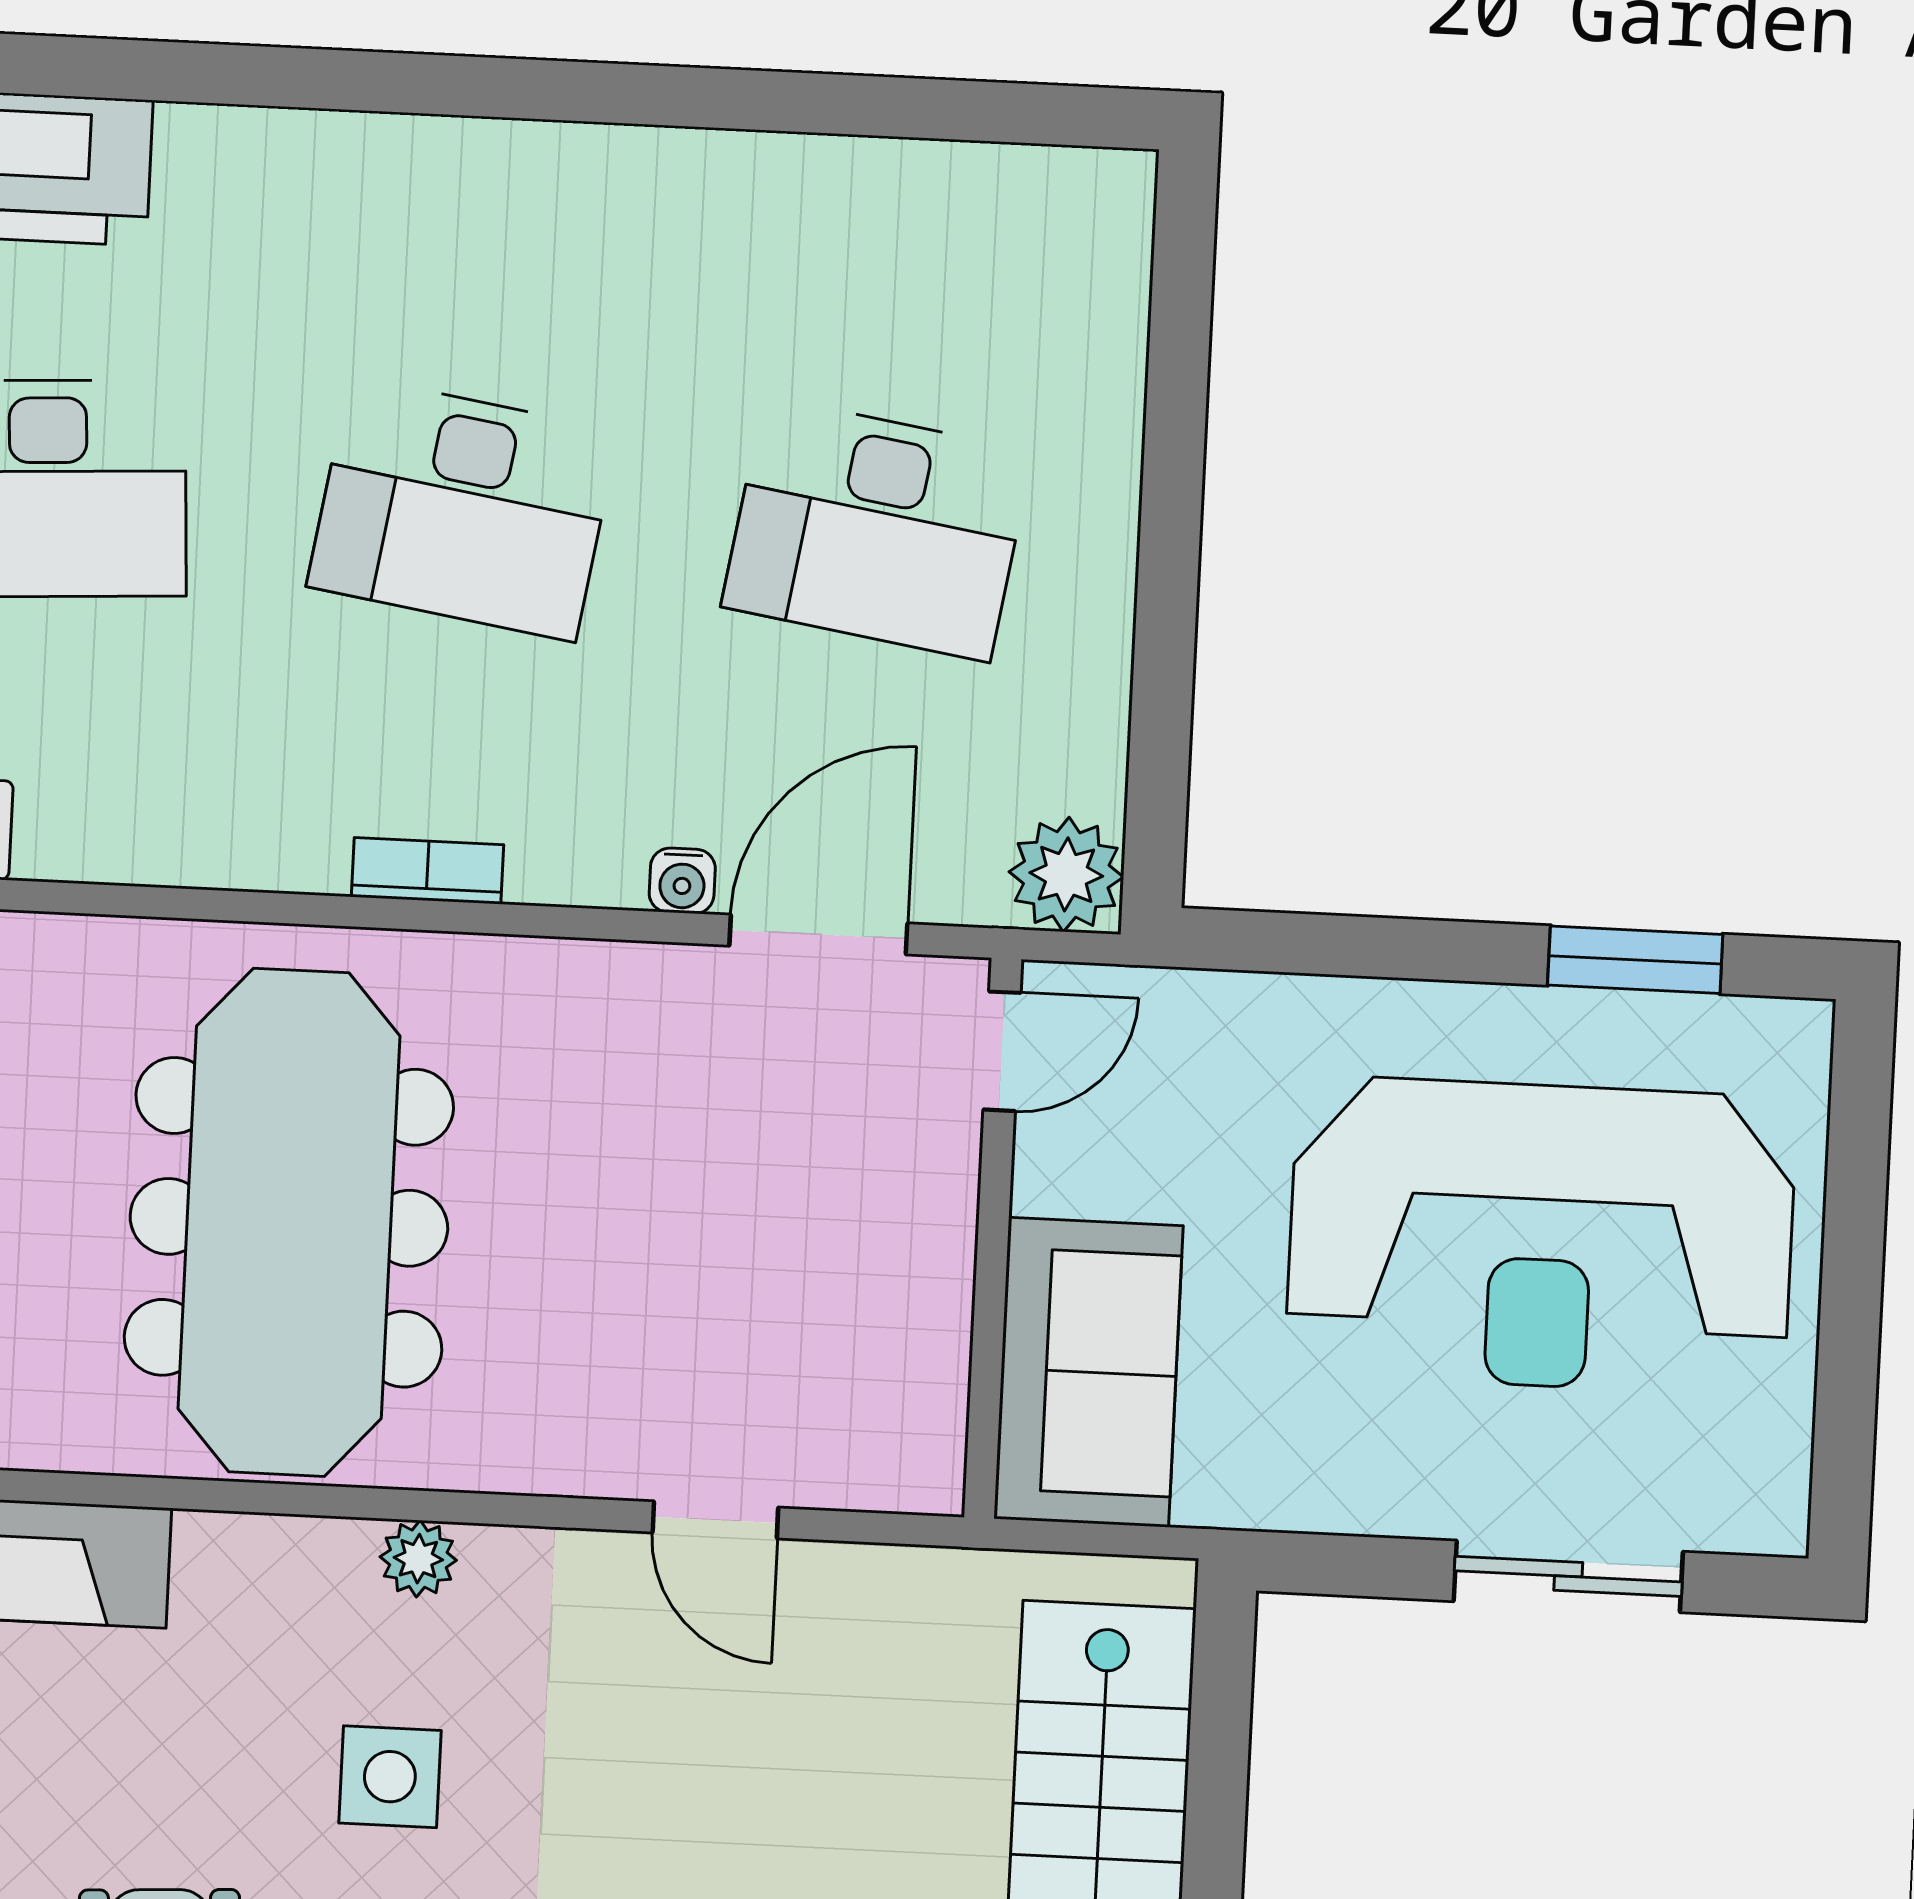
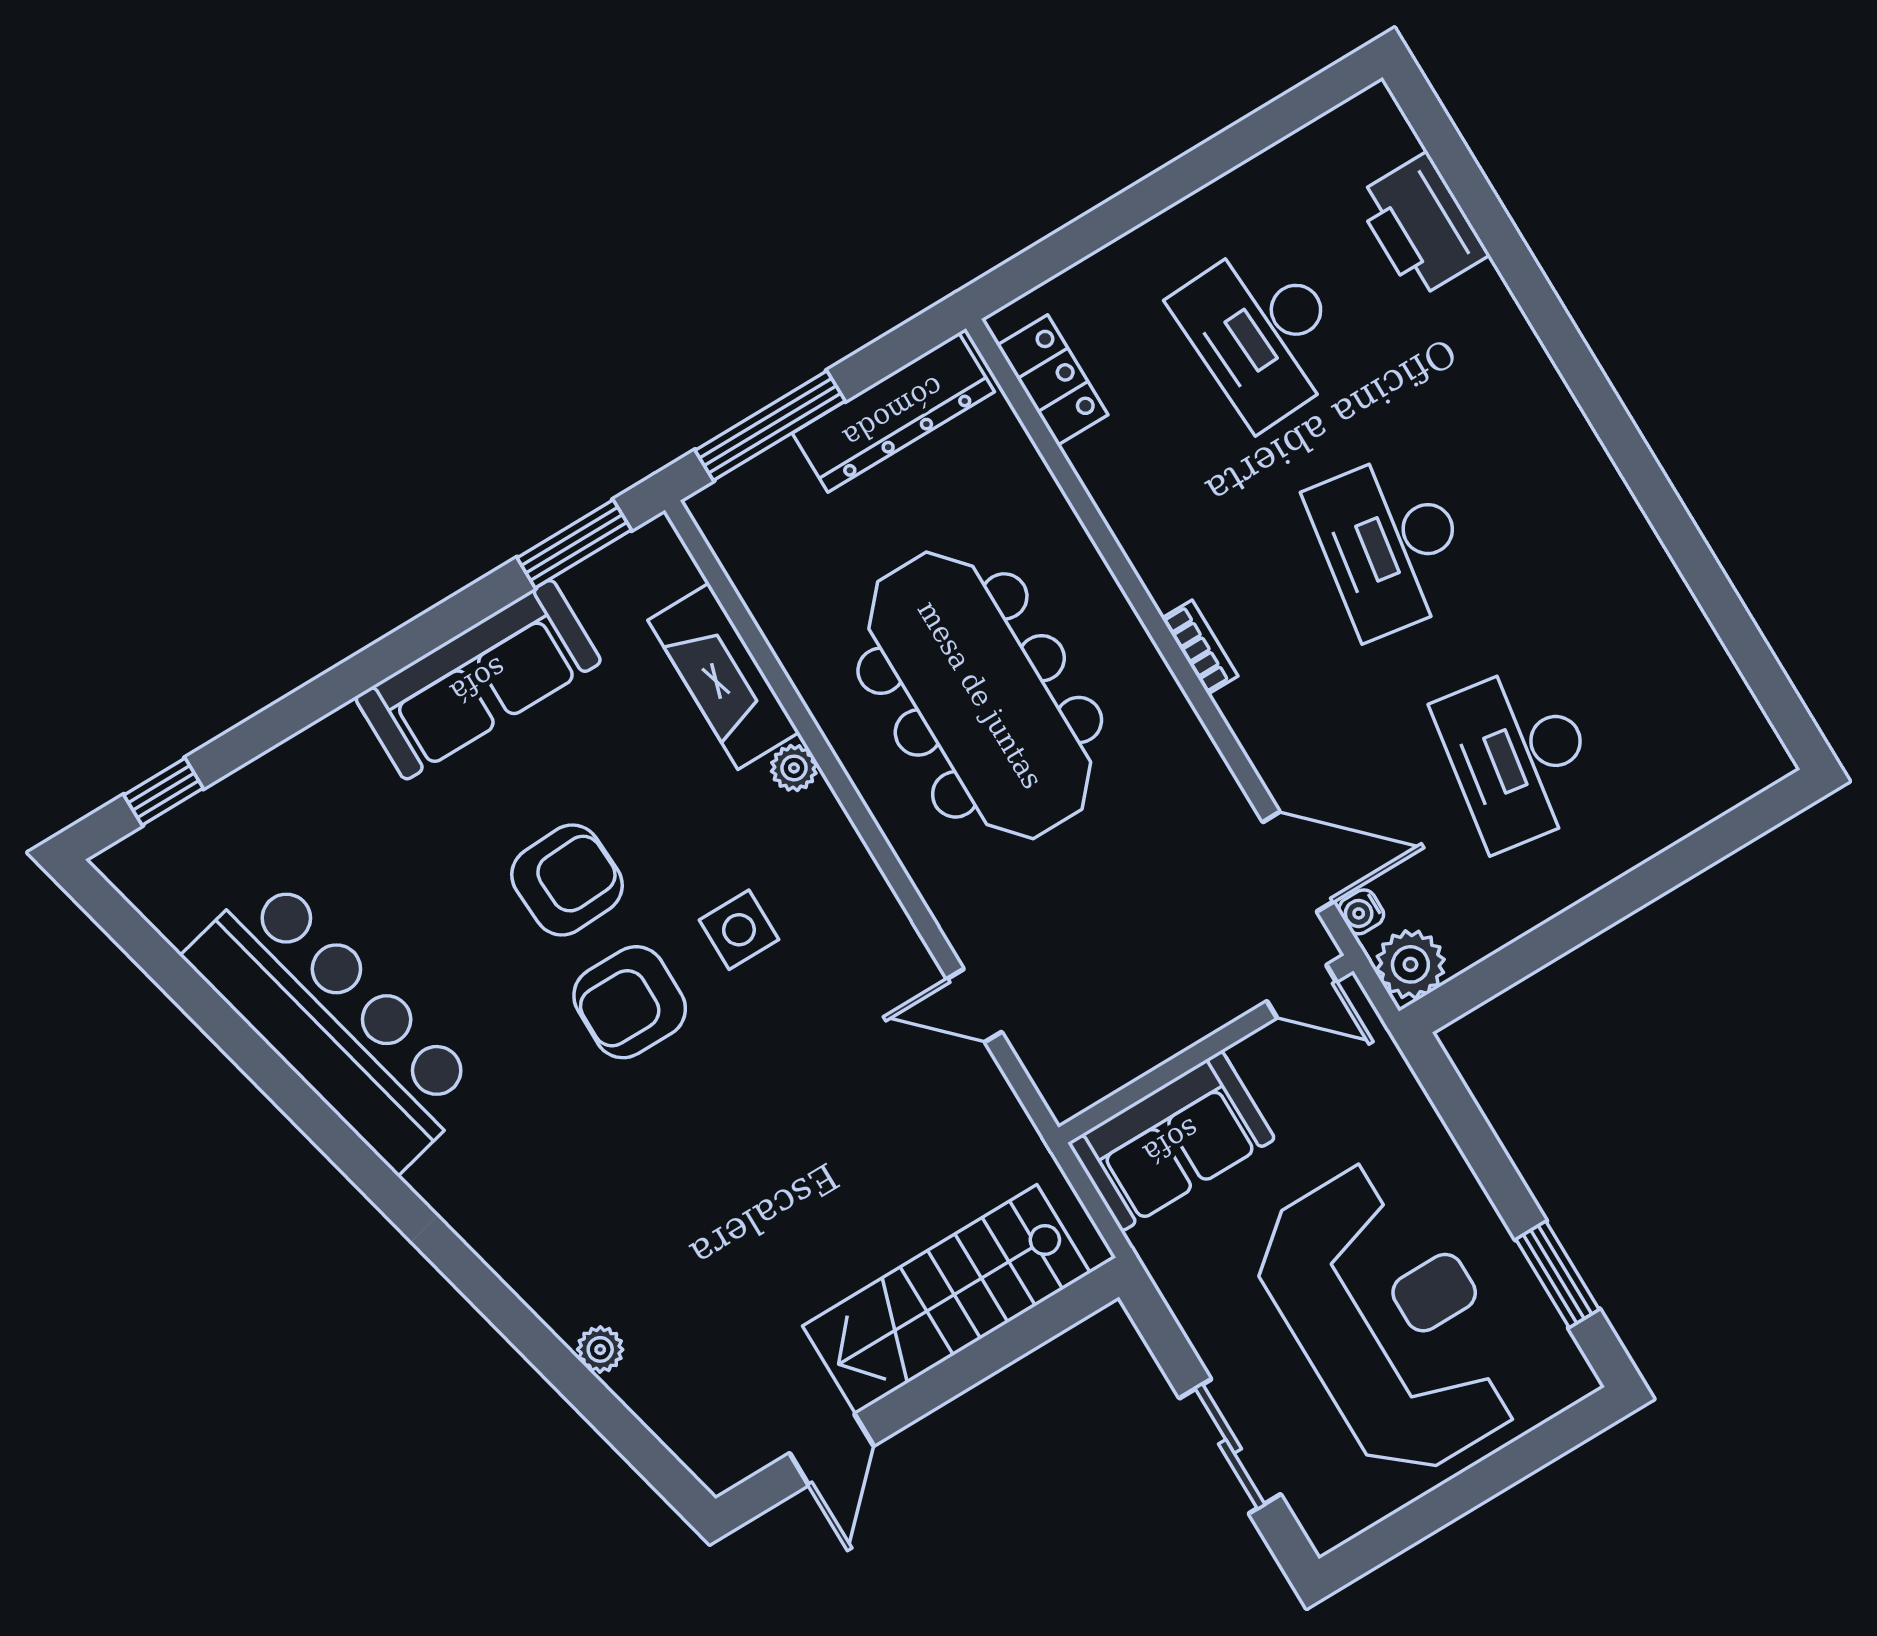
water cooler: (682, 881) -> (1361, 912), moved
meeting table: (289, 1222) -> (980, 695), turned 90
reception desk: (1541, 1235) -> (1390, 1319), turned 180
door: (715, 1520) -> (974, 1005), hinge flipped
plant: (418, 1559) -> (794, 768), moved

